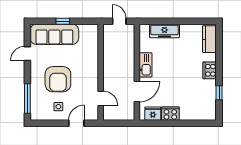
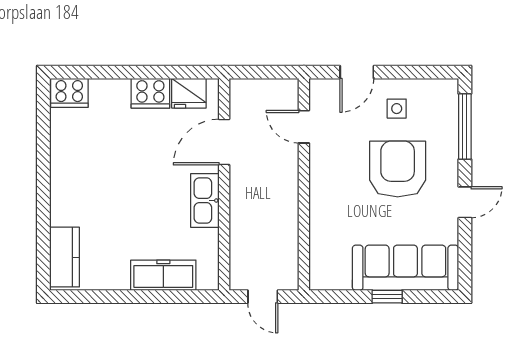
door: (27, 54) -> (465, 202), moved
cooker: (210, 70) -> (69, 93), moved, turned 90
window: (219, 93) -> (43, 139), removed

